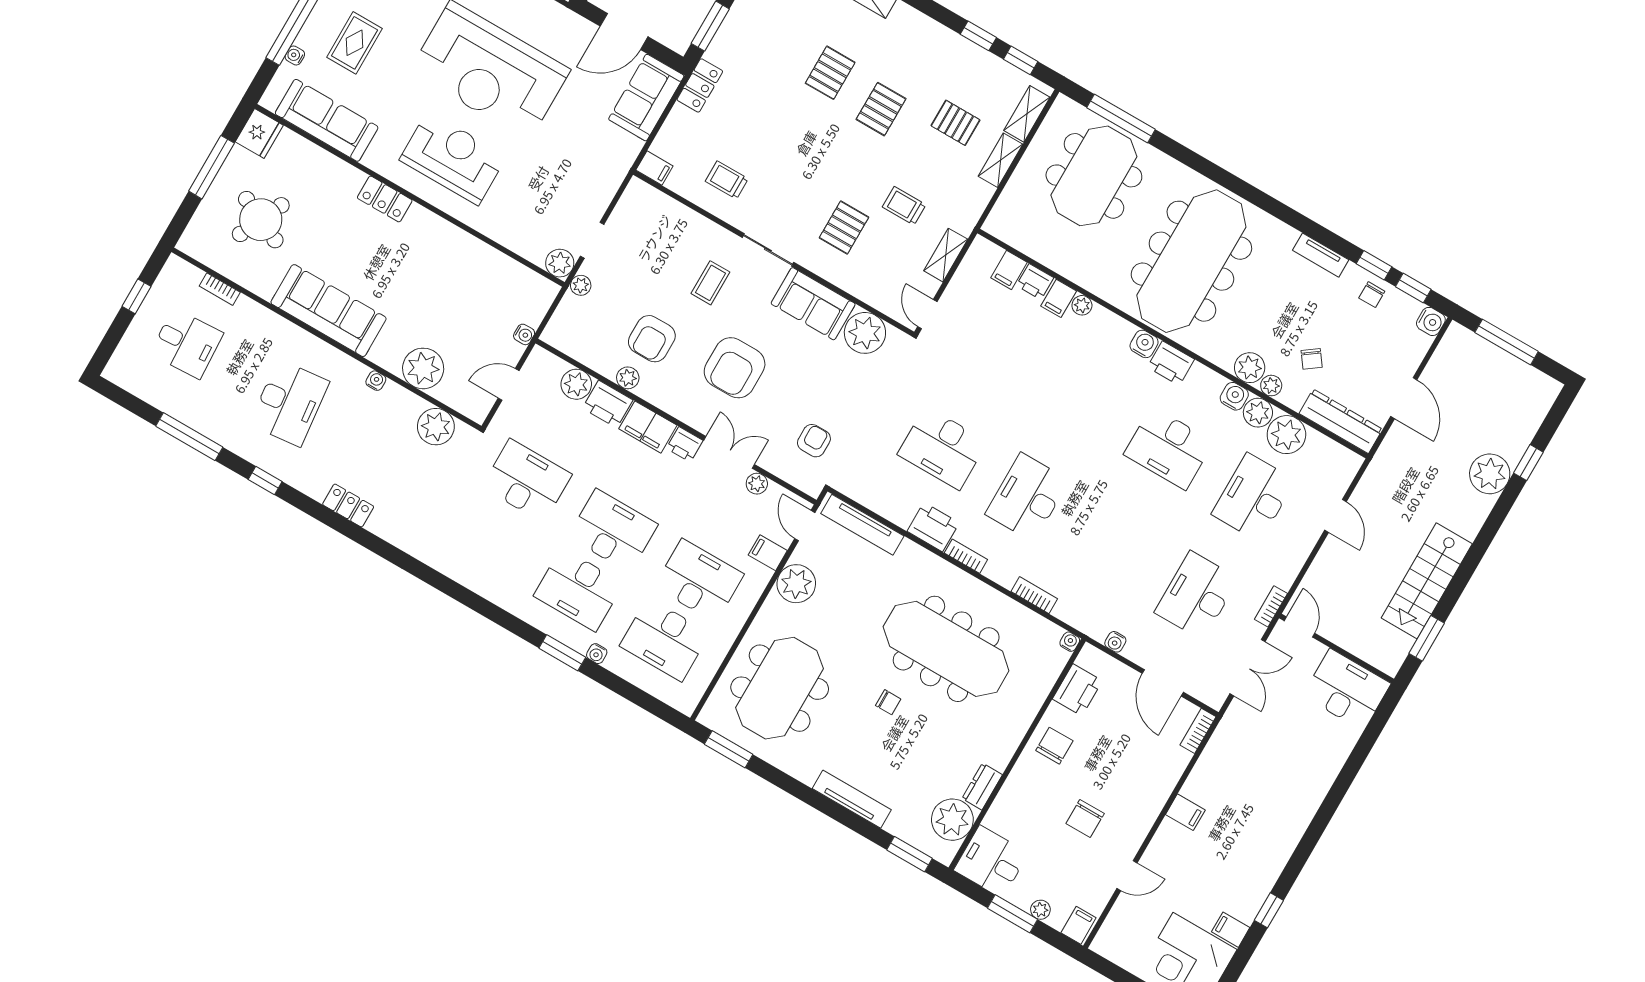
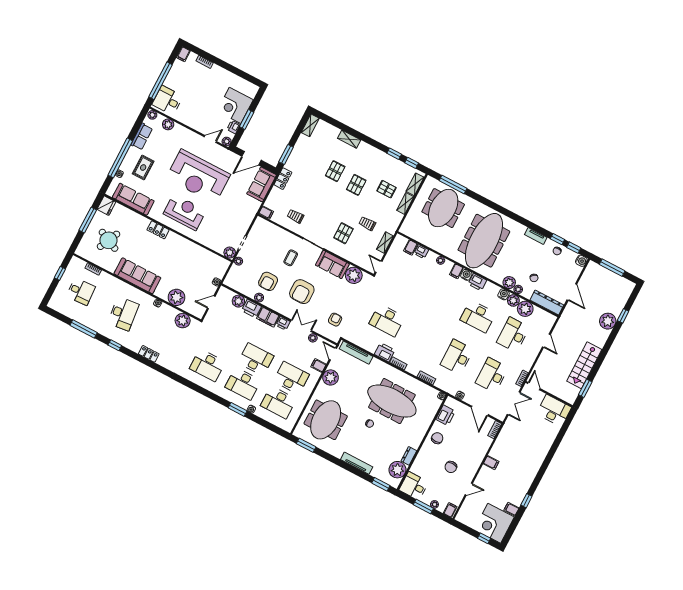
filing cabinet: (1059, 298) -> (456, 271), moved
desk: (527, 481) -> (207, 365), moved, turned 180
desk: (1027, 497) -> (457, 357), moved

